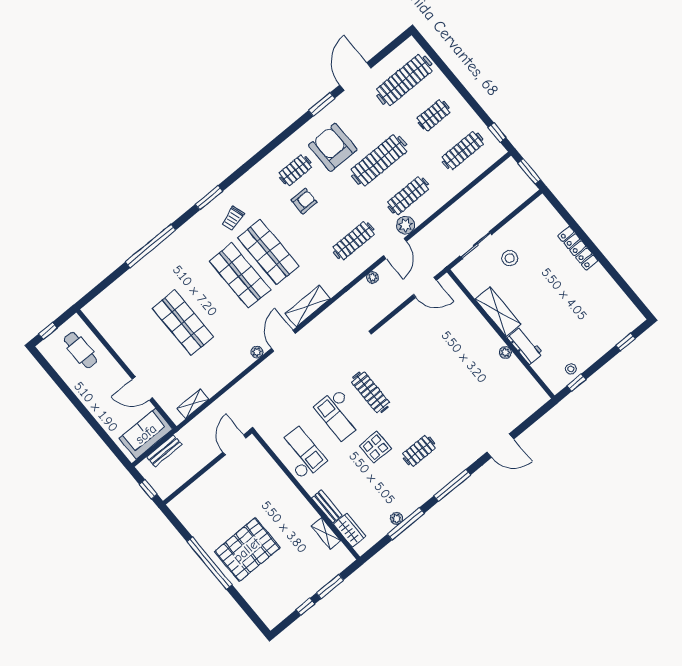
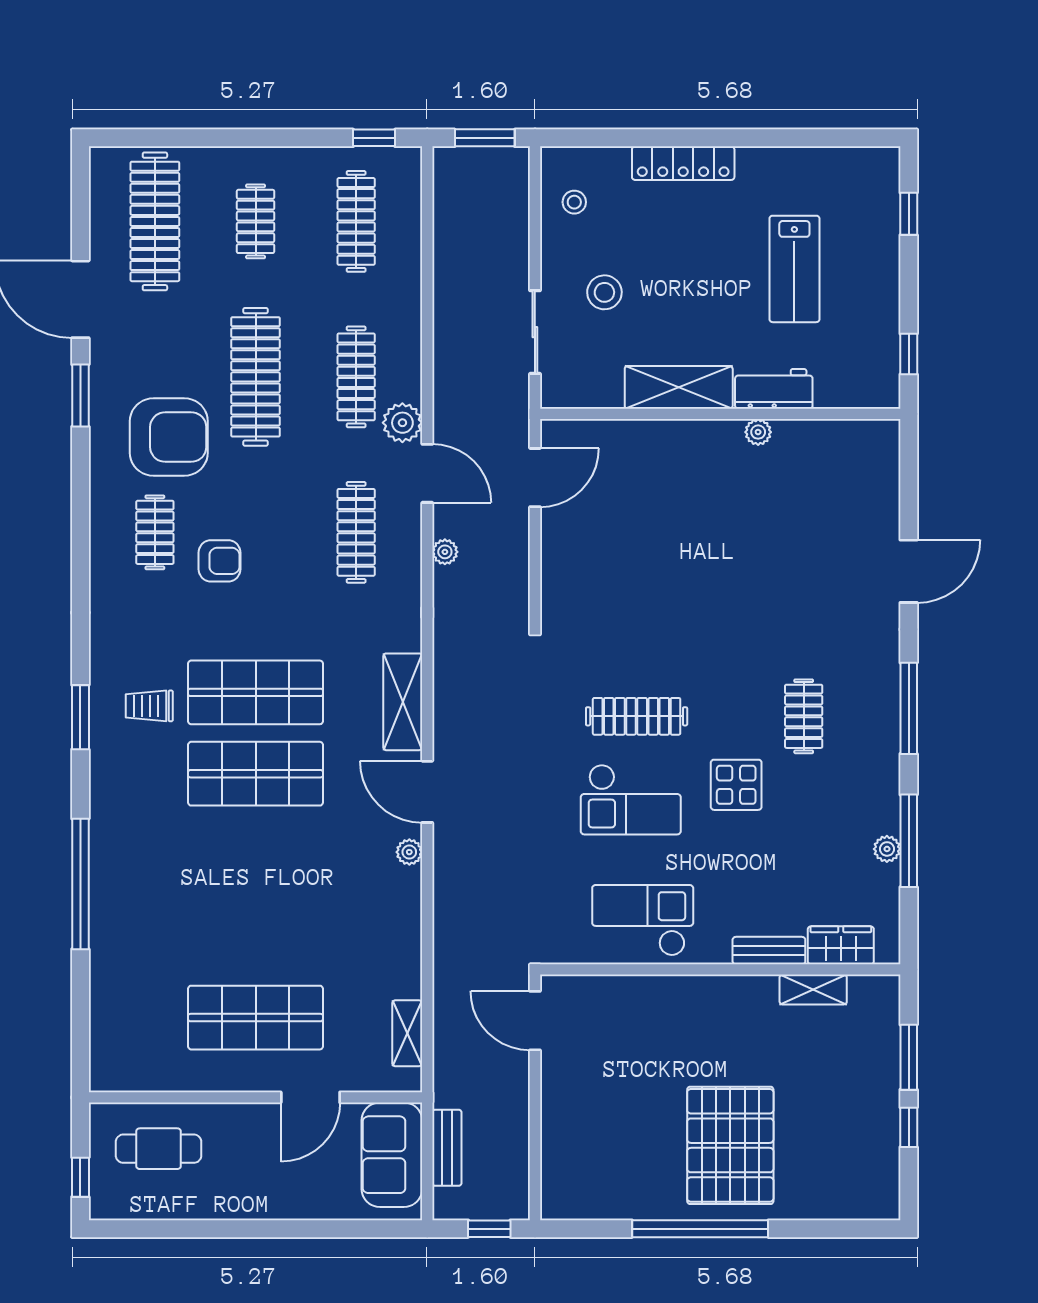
armchair: (333, 147) -> (169, 437), turned 180
armchair: (304, 201) -> (219, 561), turned 90
trolley: (233, 218) -> (149, 706), turned 108
lab bench: (573, 318) -> (794, 269), added
shop shelf: (183, 323) -> (256, 1018), moved
stool: (571, 369) -> (574, 202), moved

